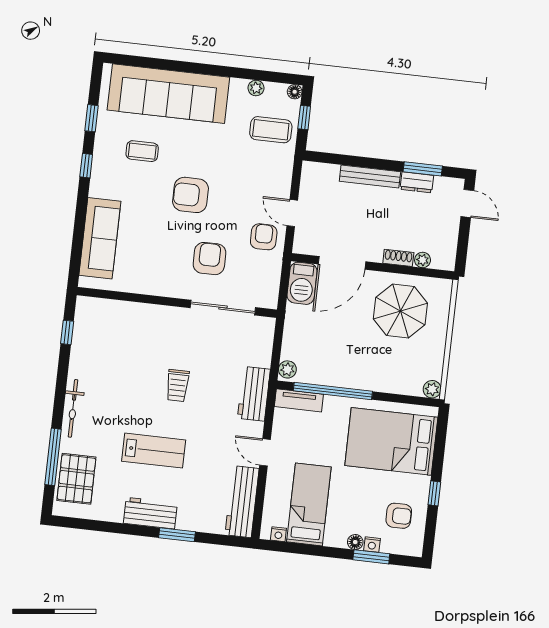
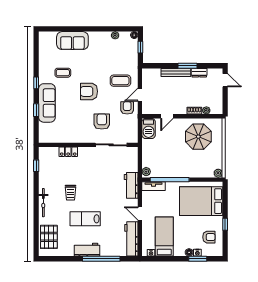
sofa: (168, 94) -> (72, 41), width x0.54, depth x0.79
window: (92, 118) -> (36, 110), moved
coffee table: (271, 130) -> (120, 81), moved
window: (423, 169) -> (187, 66), moved
door: (292, 213) -> (140, 95), hinge flipped
sofa: (100, 238) -> (47, 103), moved
door: (342, 263) -> (167, 116), width x0.53
locker: (135, 312) -> (68, 152), added
trolley: (178, 386) -> (70, 193), moved
lab bench: (154, 451) -> (85, 219), turned 180
window: (53, 457) -> (36, 227), removed
window: (177, 535) -> (101, 259), width x2.11

